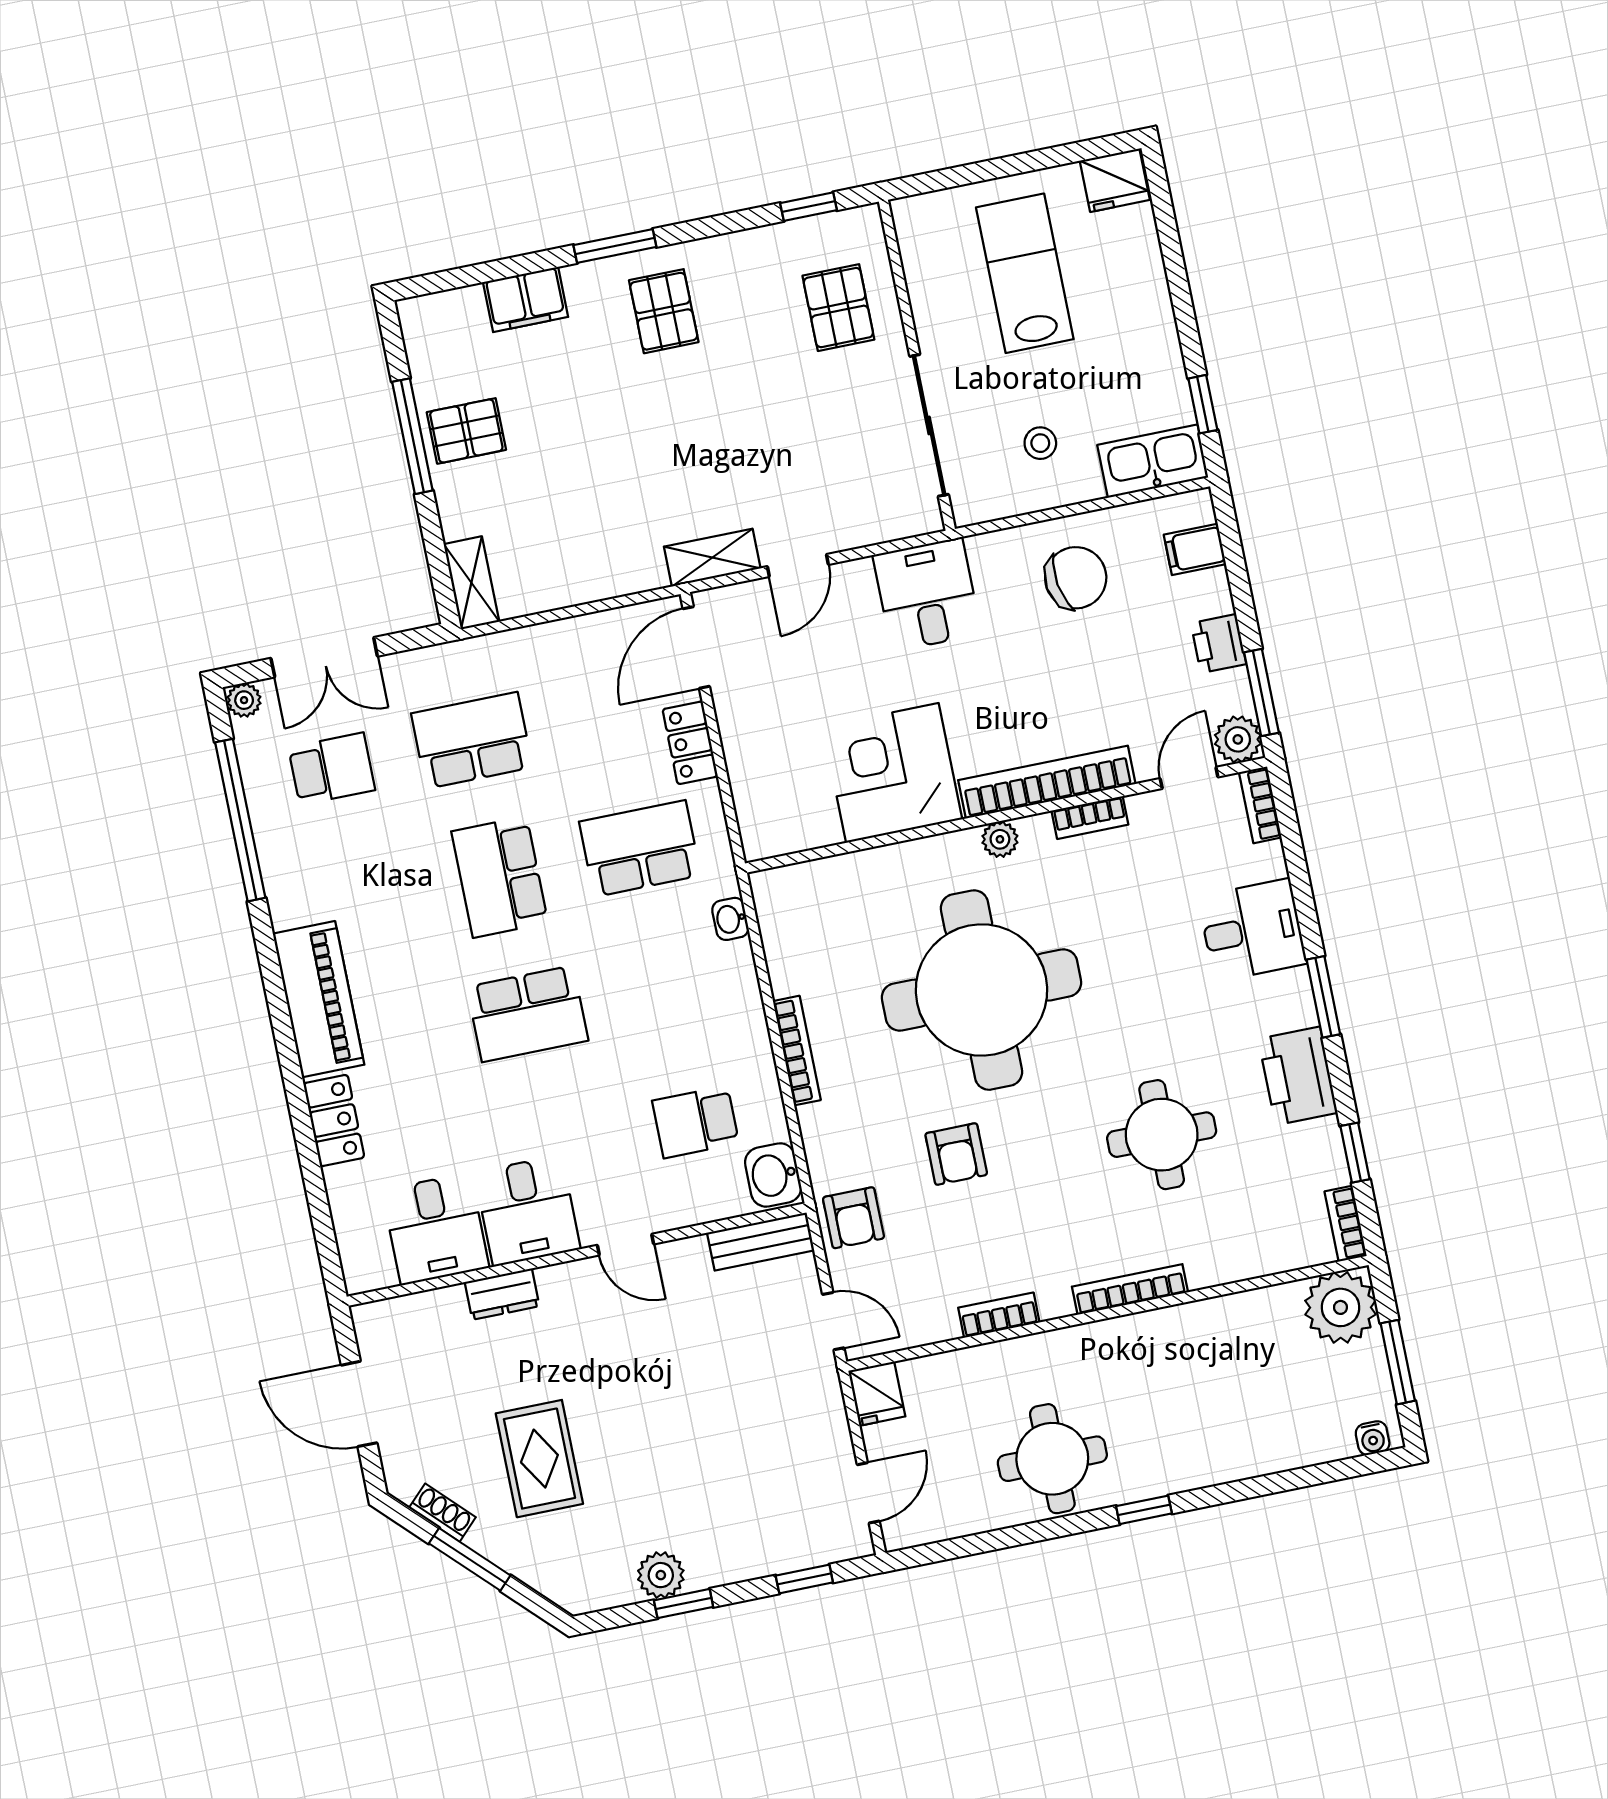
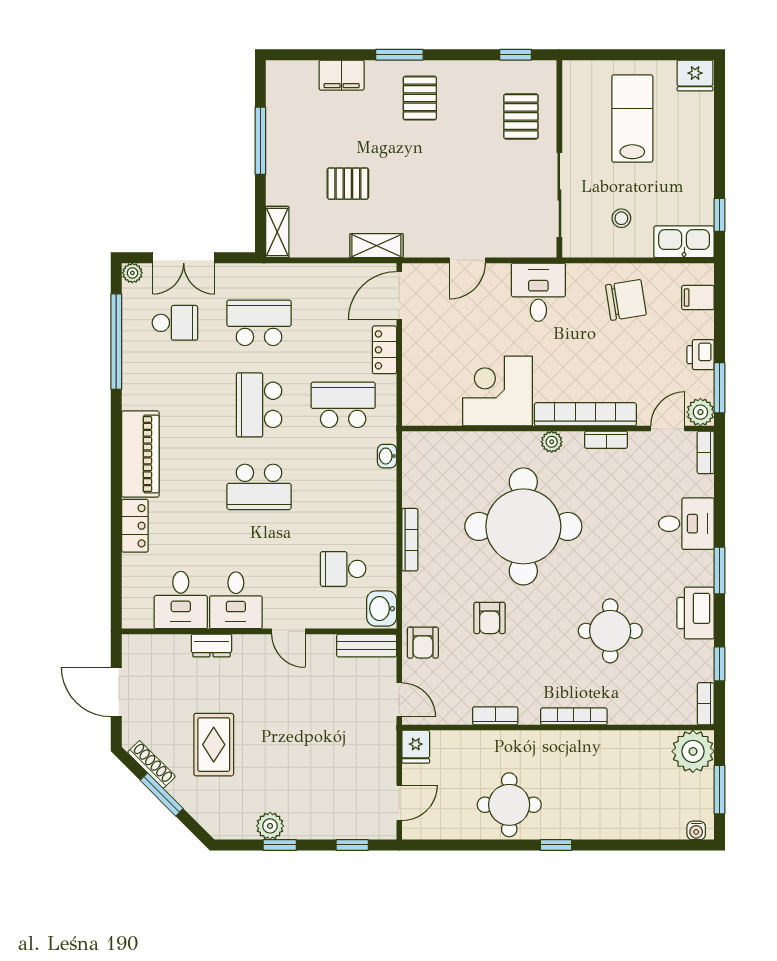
pallet: (466, 431) -> (348, 184), moved
shelving: (712, 558) -> (376, 246), moved
shoe rack: (442, 1513) -> (151, 764), width x1.43

